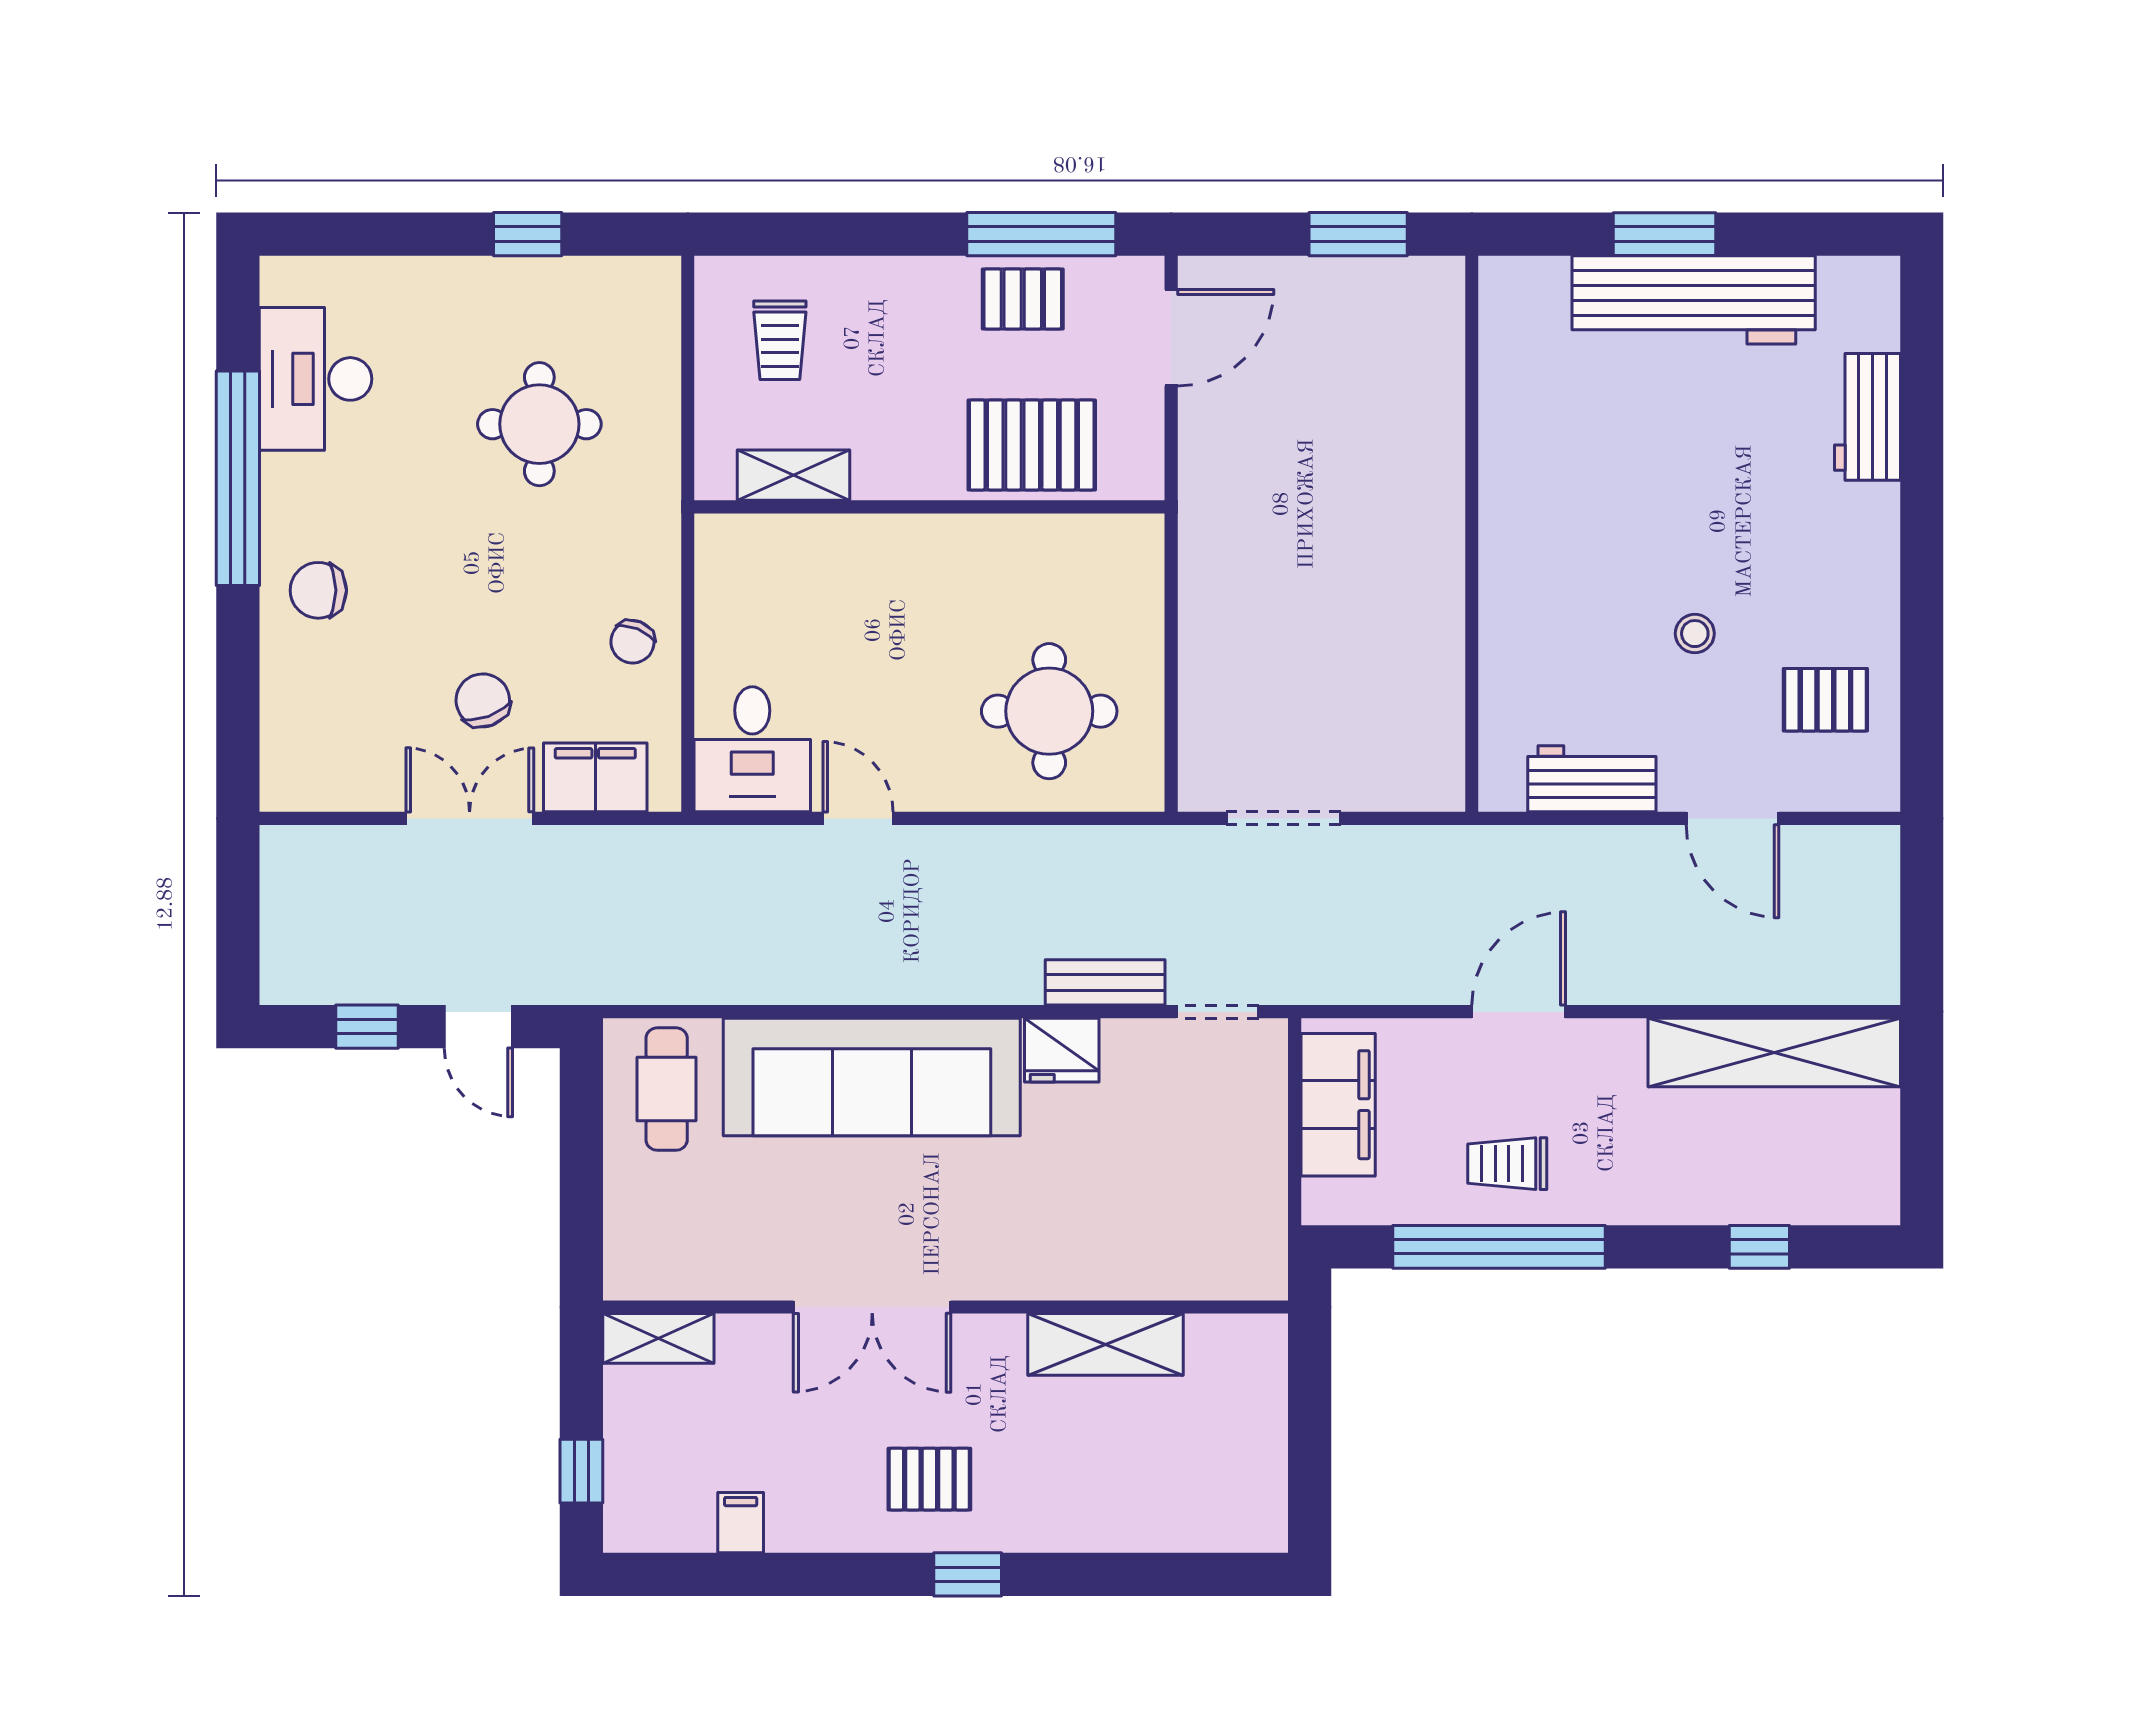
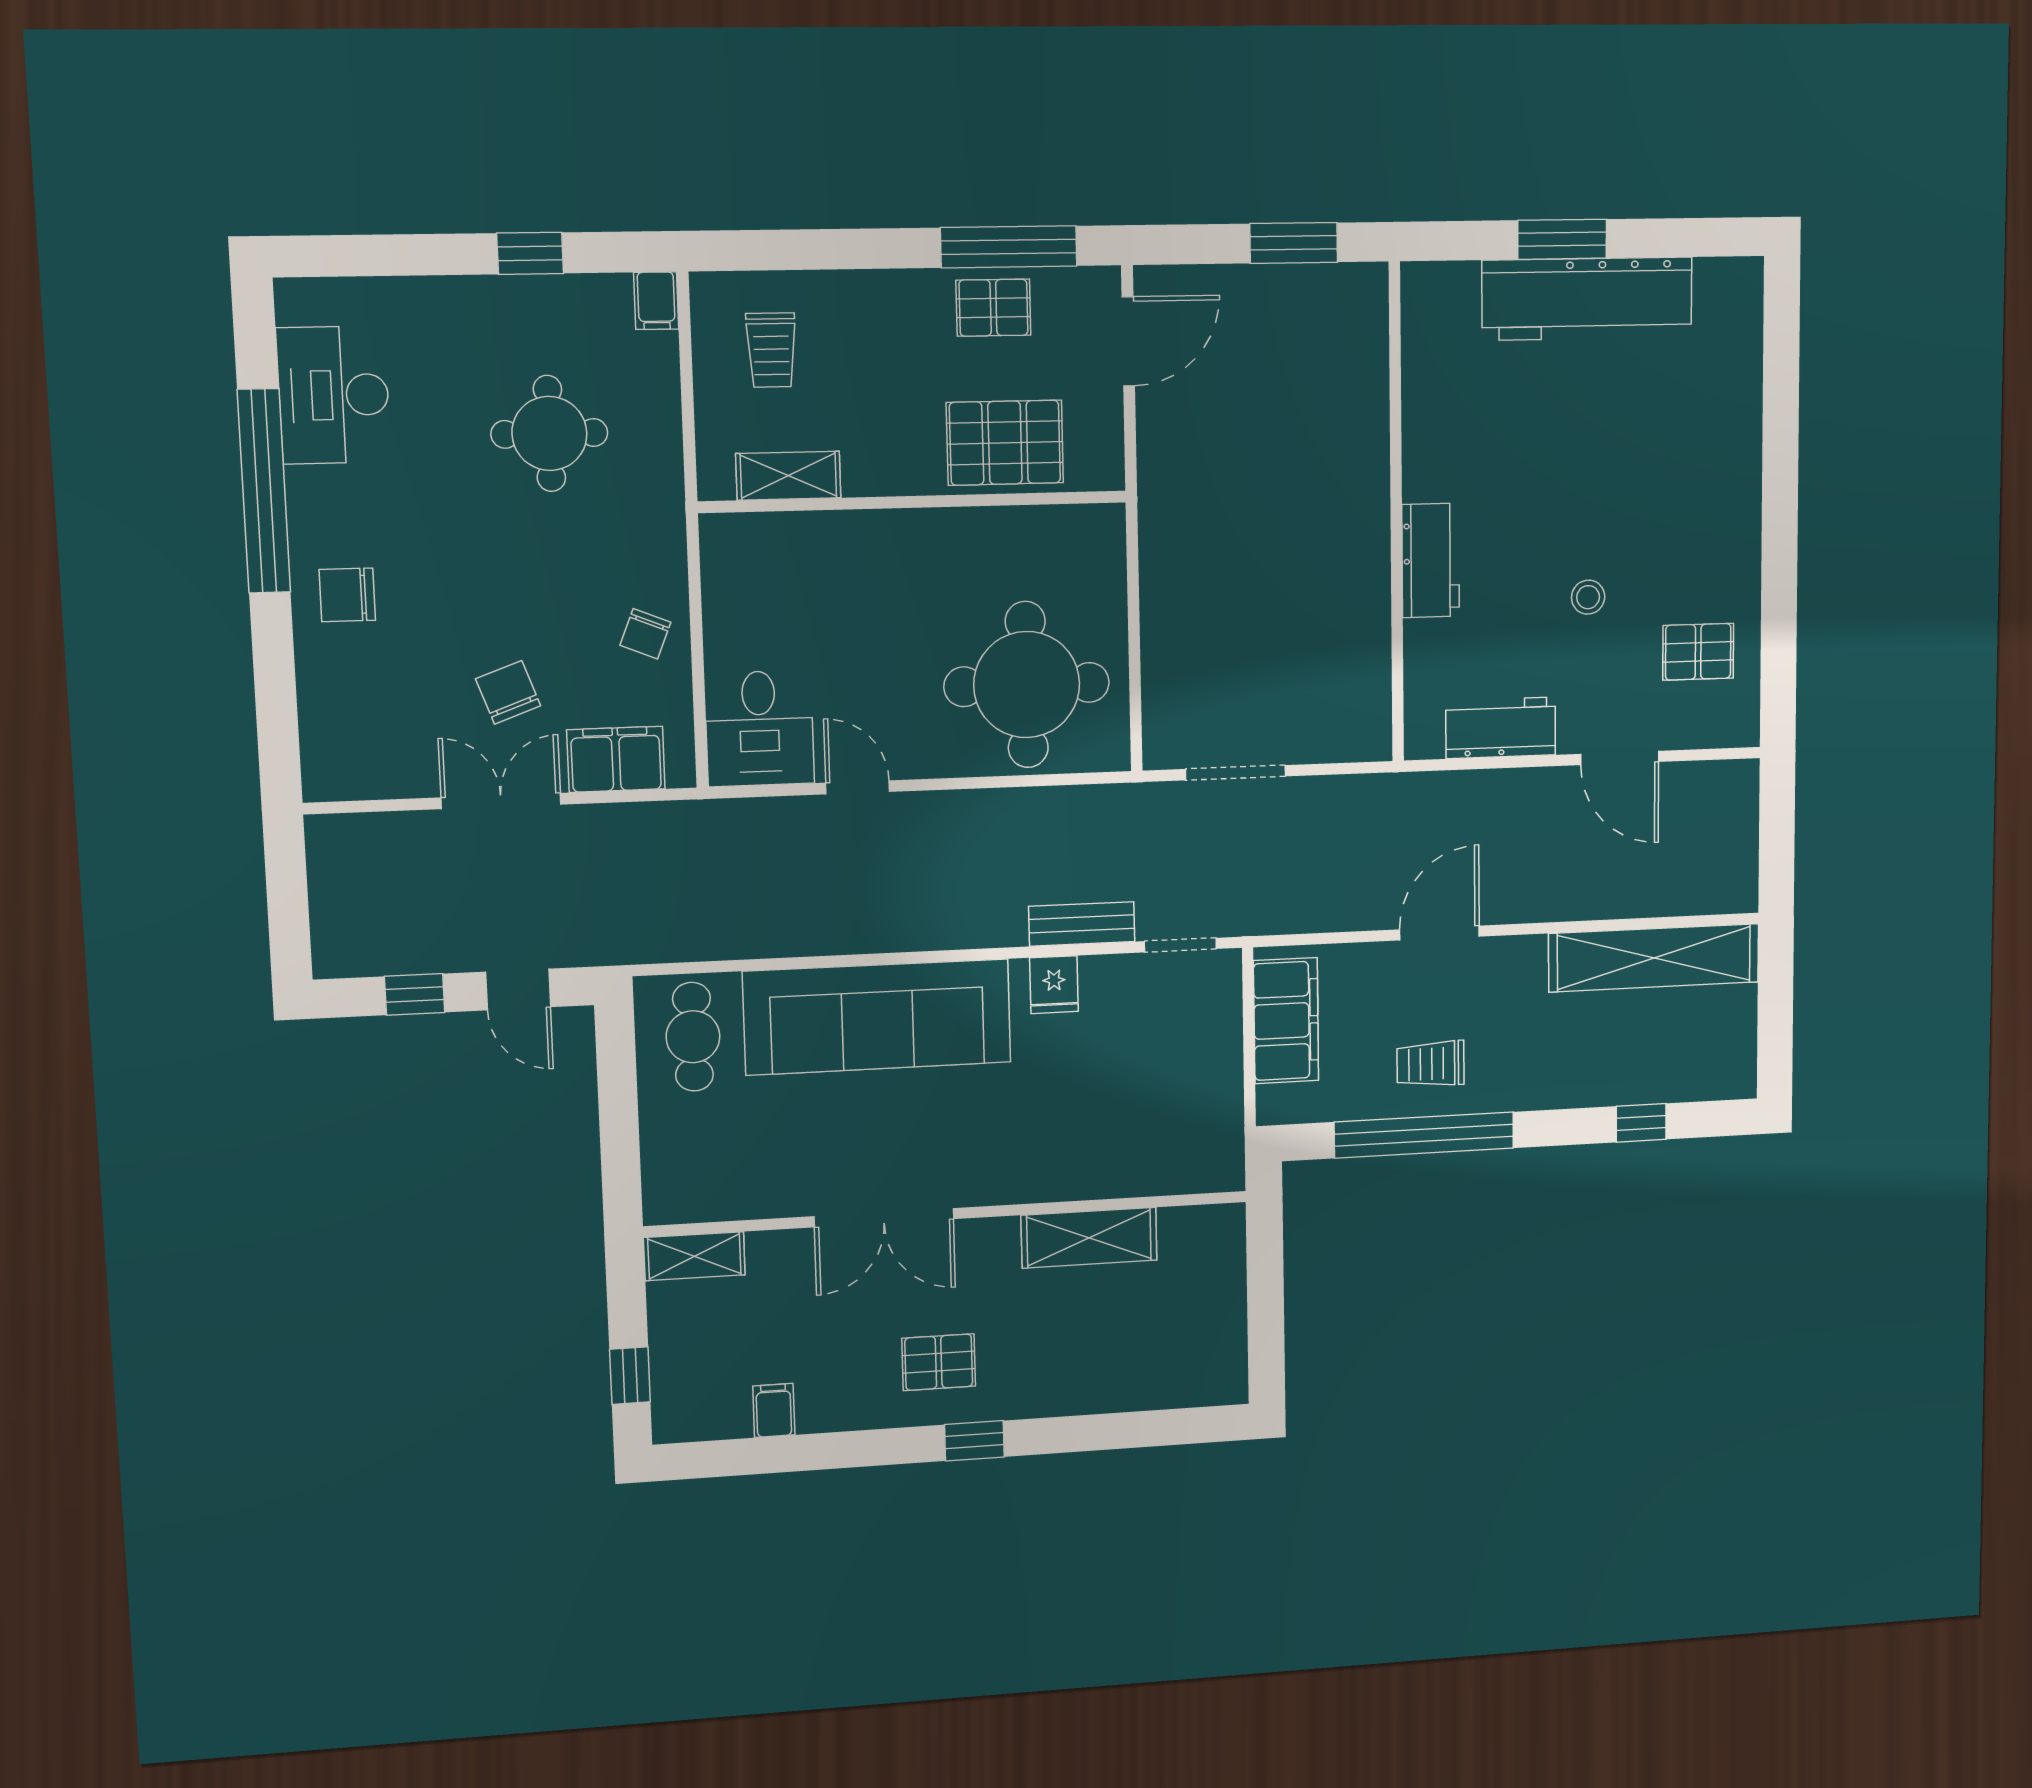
filing cabinet: (659, 286) -> (656, 301), added
workbench: (1867, 417) -> (1431, 560), moved, turned 180
round table: (1049, 711) -> (1027, 685), width x1.36, depth x1.36
fridge: (1062, 1050) -> (1054, 985), width x0.72

